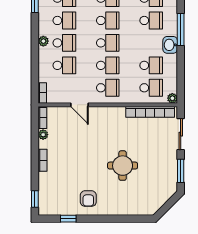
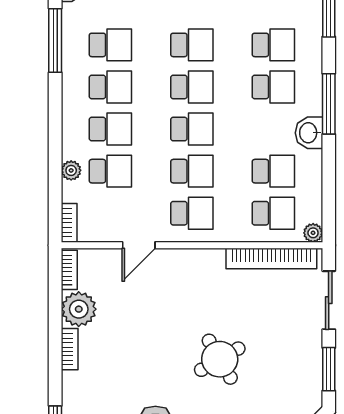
plant: (43, 41) -> (71, 170), moved
door: (79, 105) -> (139, 245), hinge flipped
plant: (43, 135) -> (79, 309), width x1.87, depth x1.87
round table: (123, 166) -> (220, 359), turned -30

